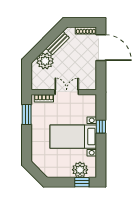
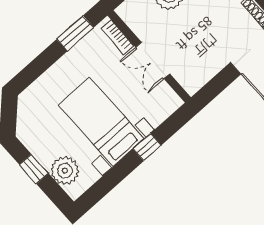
double door: (67, 92) -> (153, 60), swing flipped
window: (82, 182) -> (34, 169), moved

